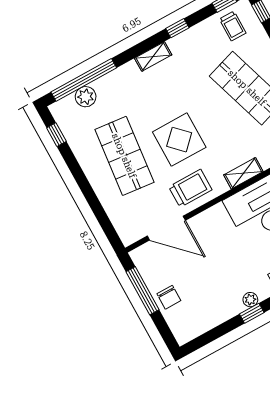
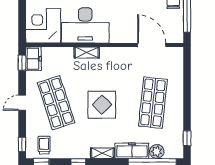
freezer: (117, 80) -> (132, 151), added
display table: (179, 140) -> (102, 105), moved
trolley: (190, 188) -> (124, 61), removed

